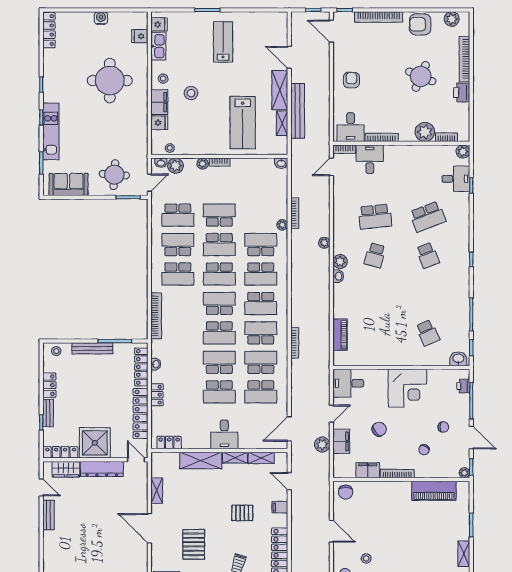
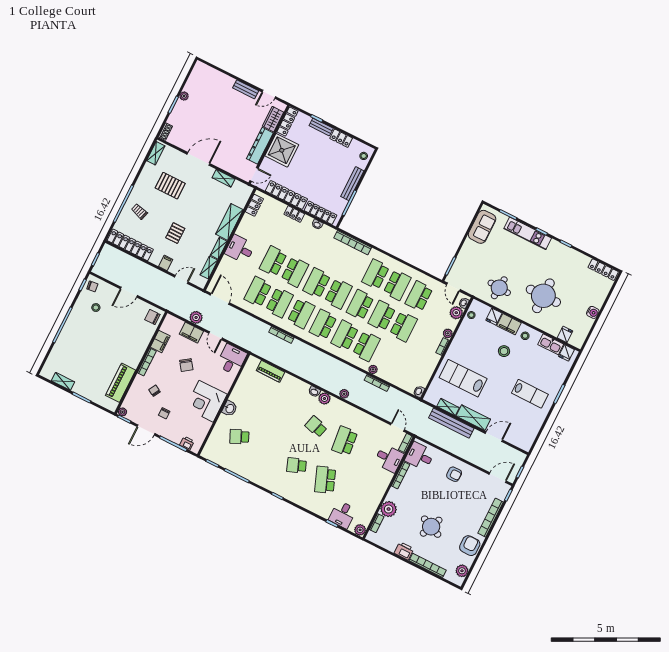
round table: (114, 175) -> (499, 288), moved
washbasin: (458, 359) -> (230, 408), moved

